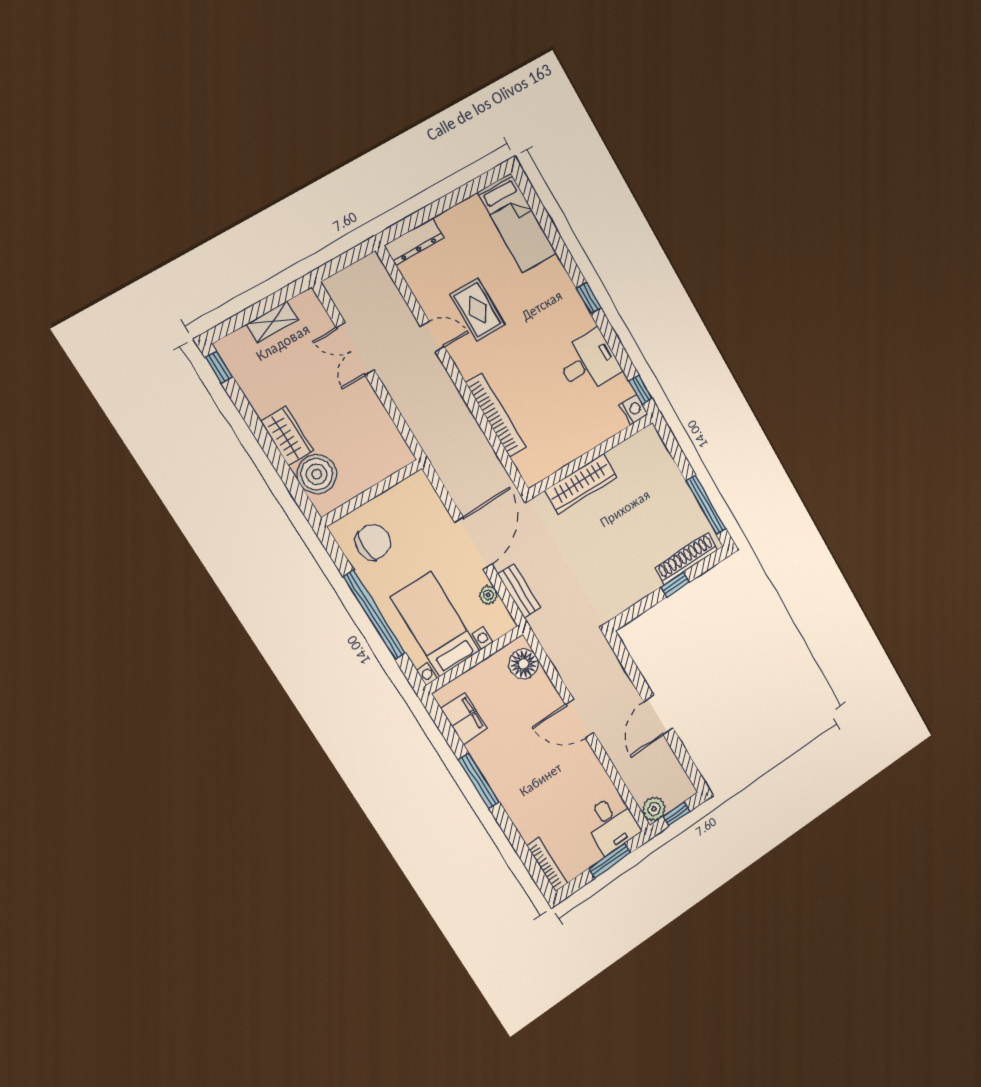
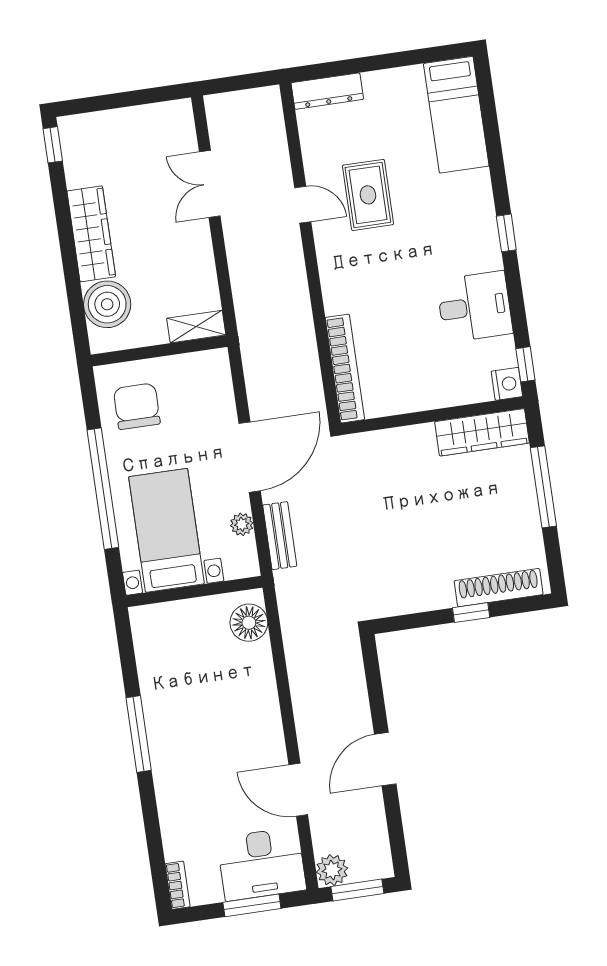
shelving: (272, 322) -> (196, 327), moved
bookcase: (496, 415) -> (345, 369), moved
wardrobe: (287, 436) -> (91, 234), width x1.50
wardrobe: (581, 484) -> (482, 432), moved
window: (706, 505) -> (543, 487), moved
chair: (373, 542) -> (137, 406), turned -90
filing cabinet: (464, 718) -> (153, 653), removed
door: (580, 719) -> (298, 790), moved
window: (677, 814) -> (357, 890), width x1.50
desk: (611, 824) -> (262, 864), width x1.37
bookcase: (547, 865) -> (178, 885), width x0.64

